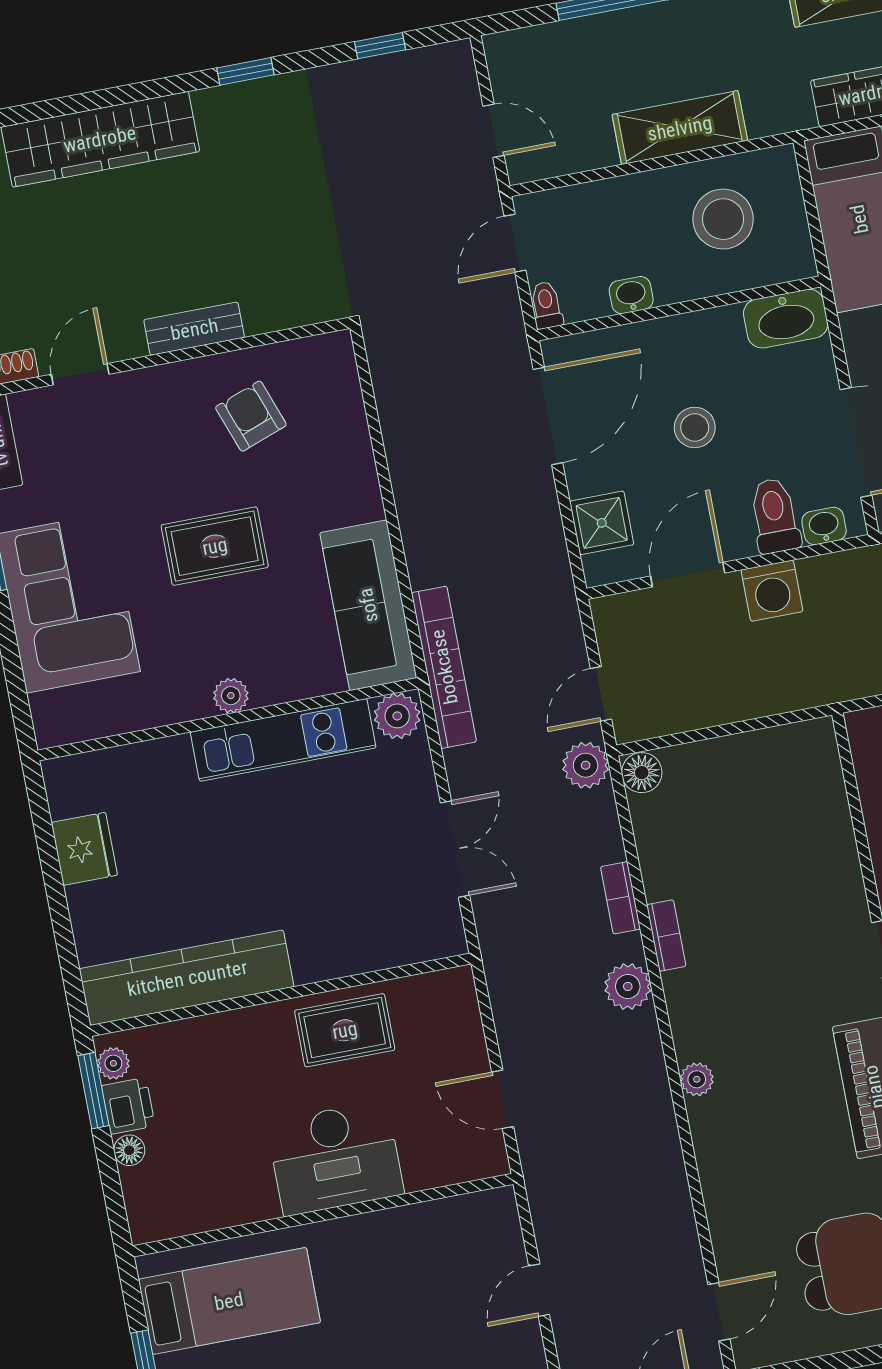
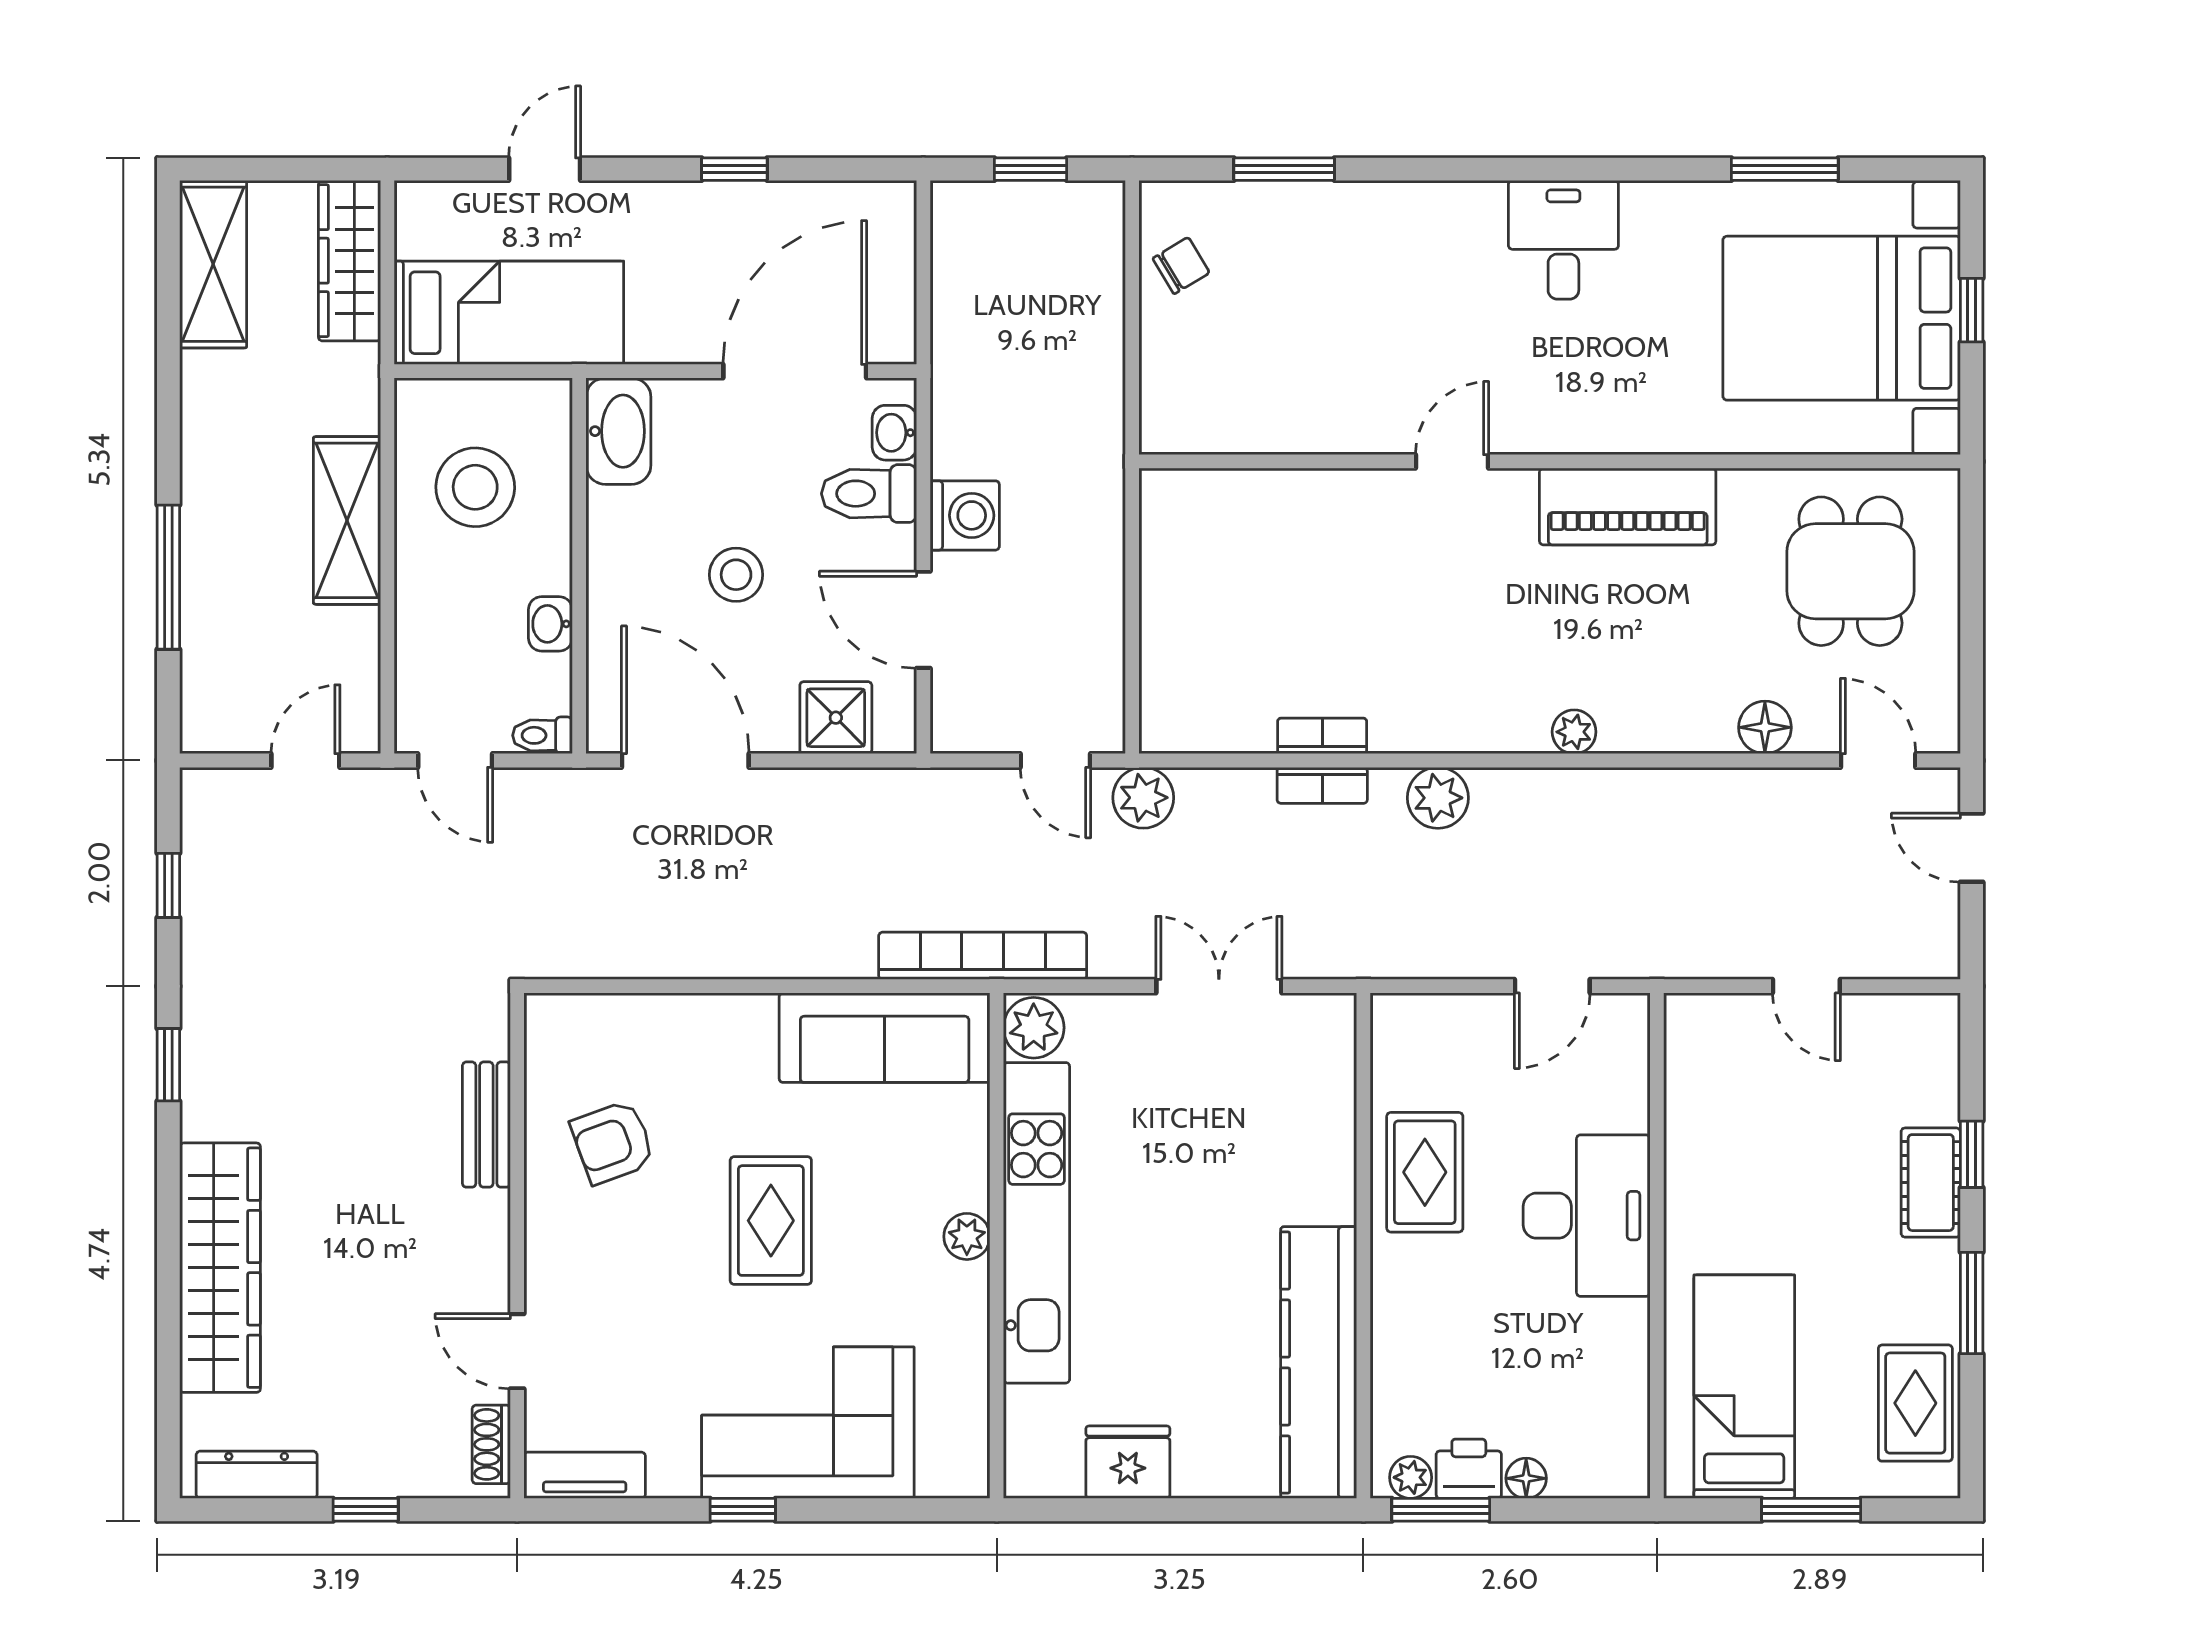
bench: (194, 329) -> (486, 1125), moved
kitchen unit: (283, 740) -> (1037, 1223), width x1.36
floor lamp: (642, 773) -> (1765, 727), moved
bookcase: (666, 936) -> (1322, 736), moved

